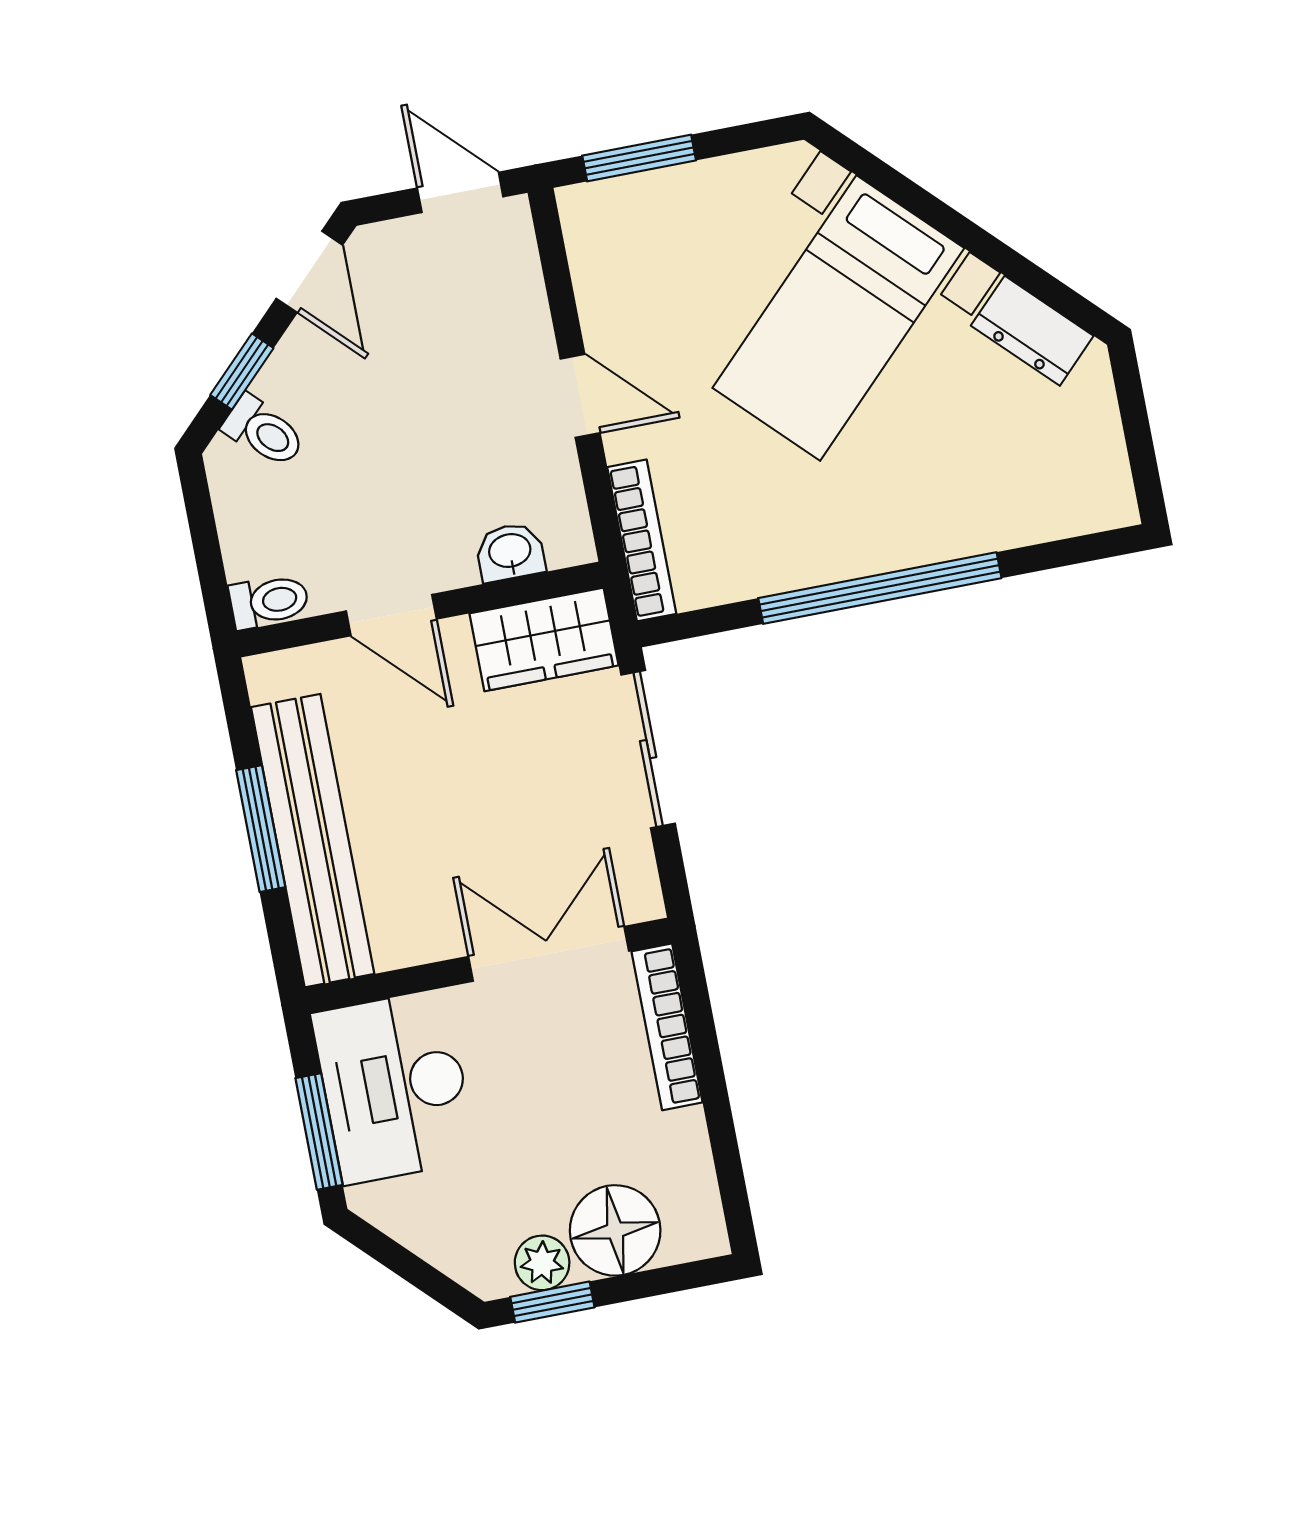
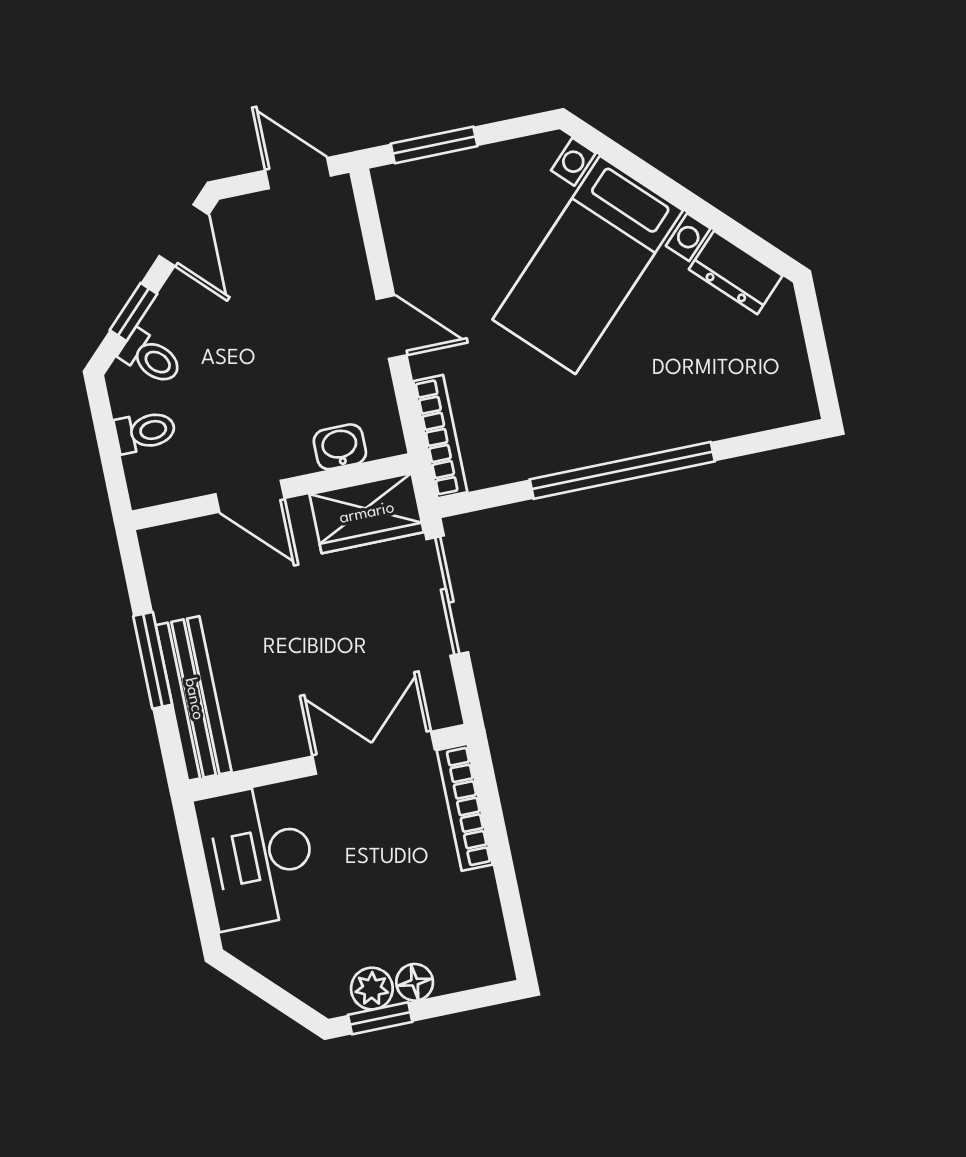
toilet: (269, 601) -> (145, 432), moved
bench: (313, 841) -> (194, 699), width x0.73, depth x0.82
window: (319, 1131) -> (200, 891), removed
floor lamp: (615, 1230) -> (415, 982), width x0.53, depth x0.53

